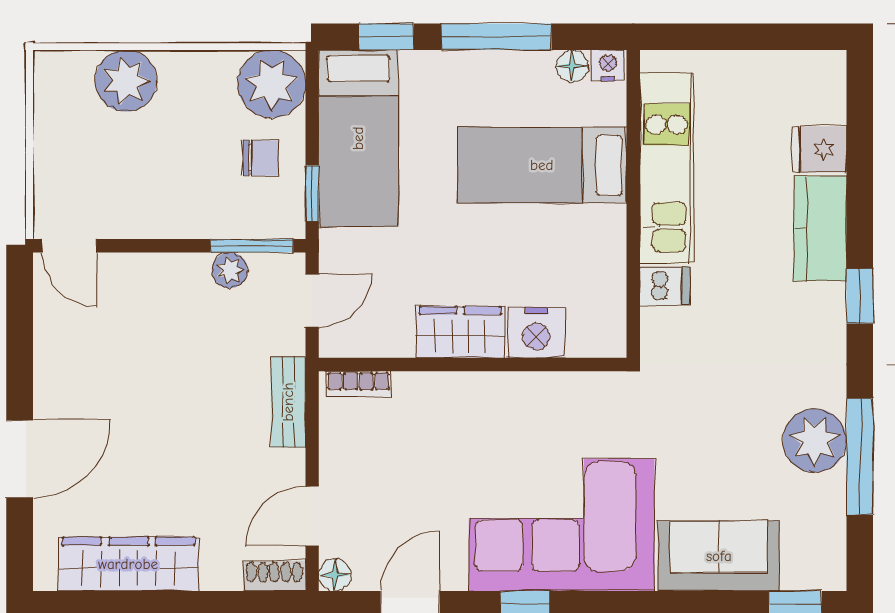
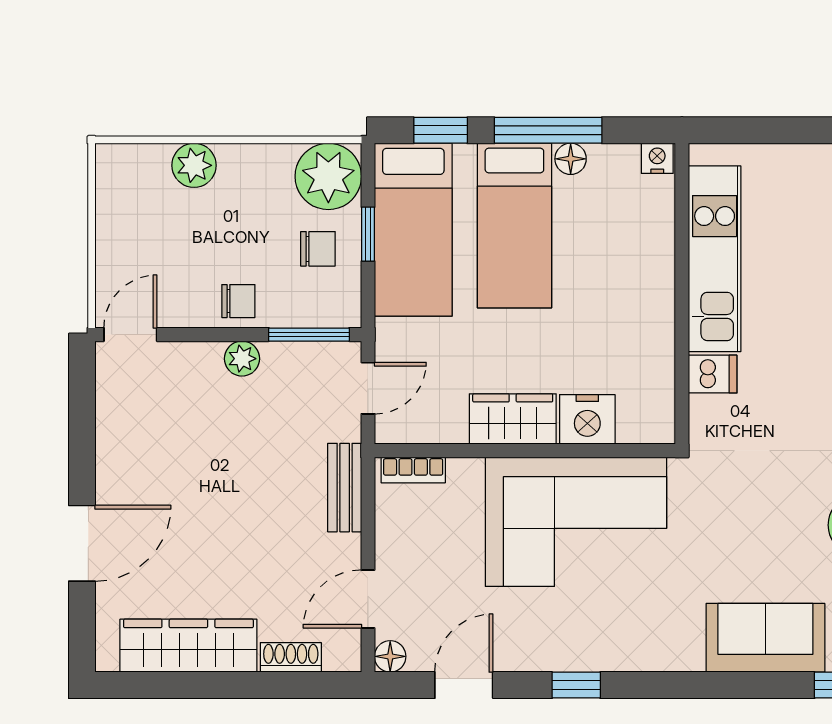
floor lamp: (572, 66) -> (571, 159), moved
plant: (126, 81) -> (194, 165), width x0.73, depth x0.73
bed: (542, 165) -> (514, 226), moved, turned -90
window: (312, 193) -> (368, 234), moved
chair: (180, 211) -> (238, 301), added
door: (69, 246) -> (130, 335), swing flipped
plant: (230, 270) -> (242, 359), moved
corner sofa: (562, 525) -> (576, 522), moved, turned 180
shoe rack: (274, 576) -> (291, 657), moved

